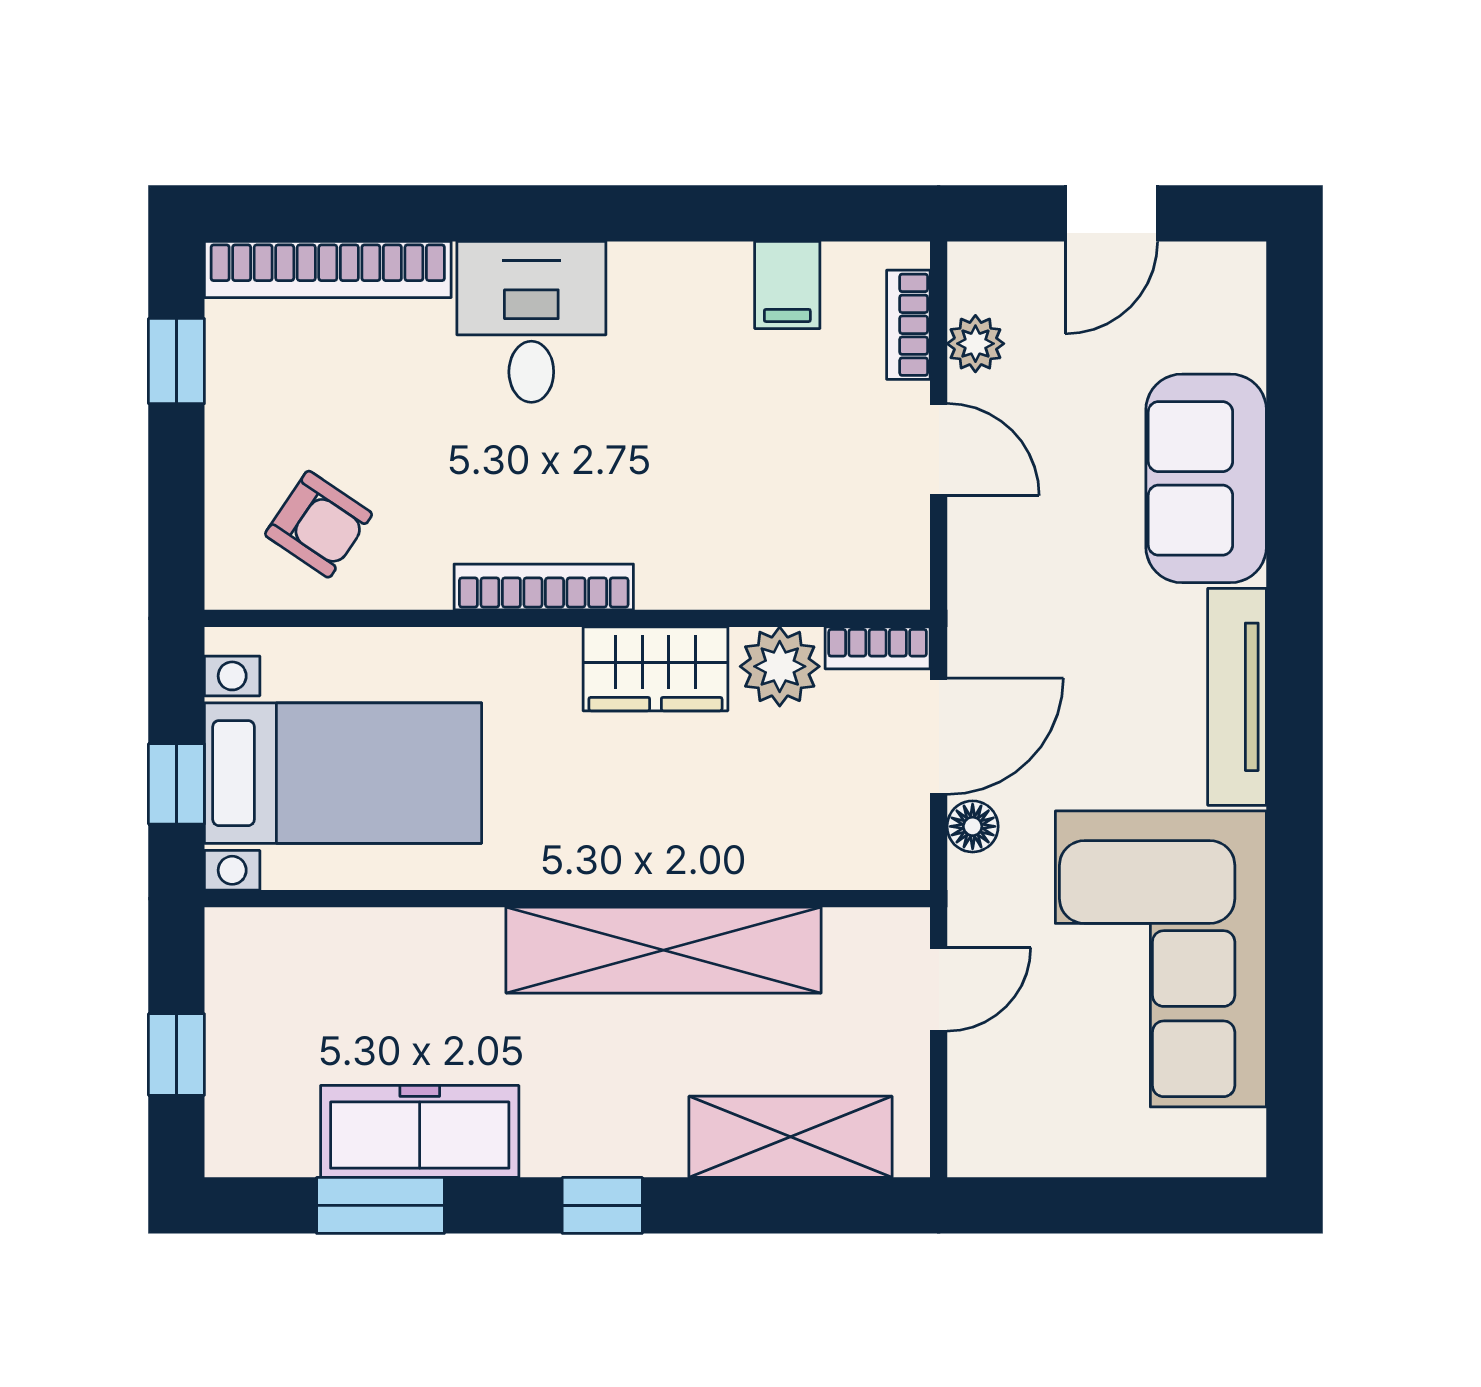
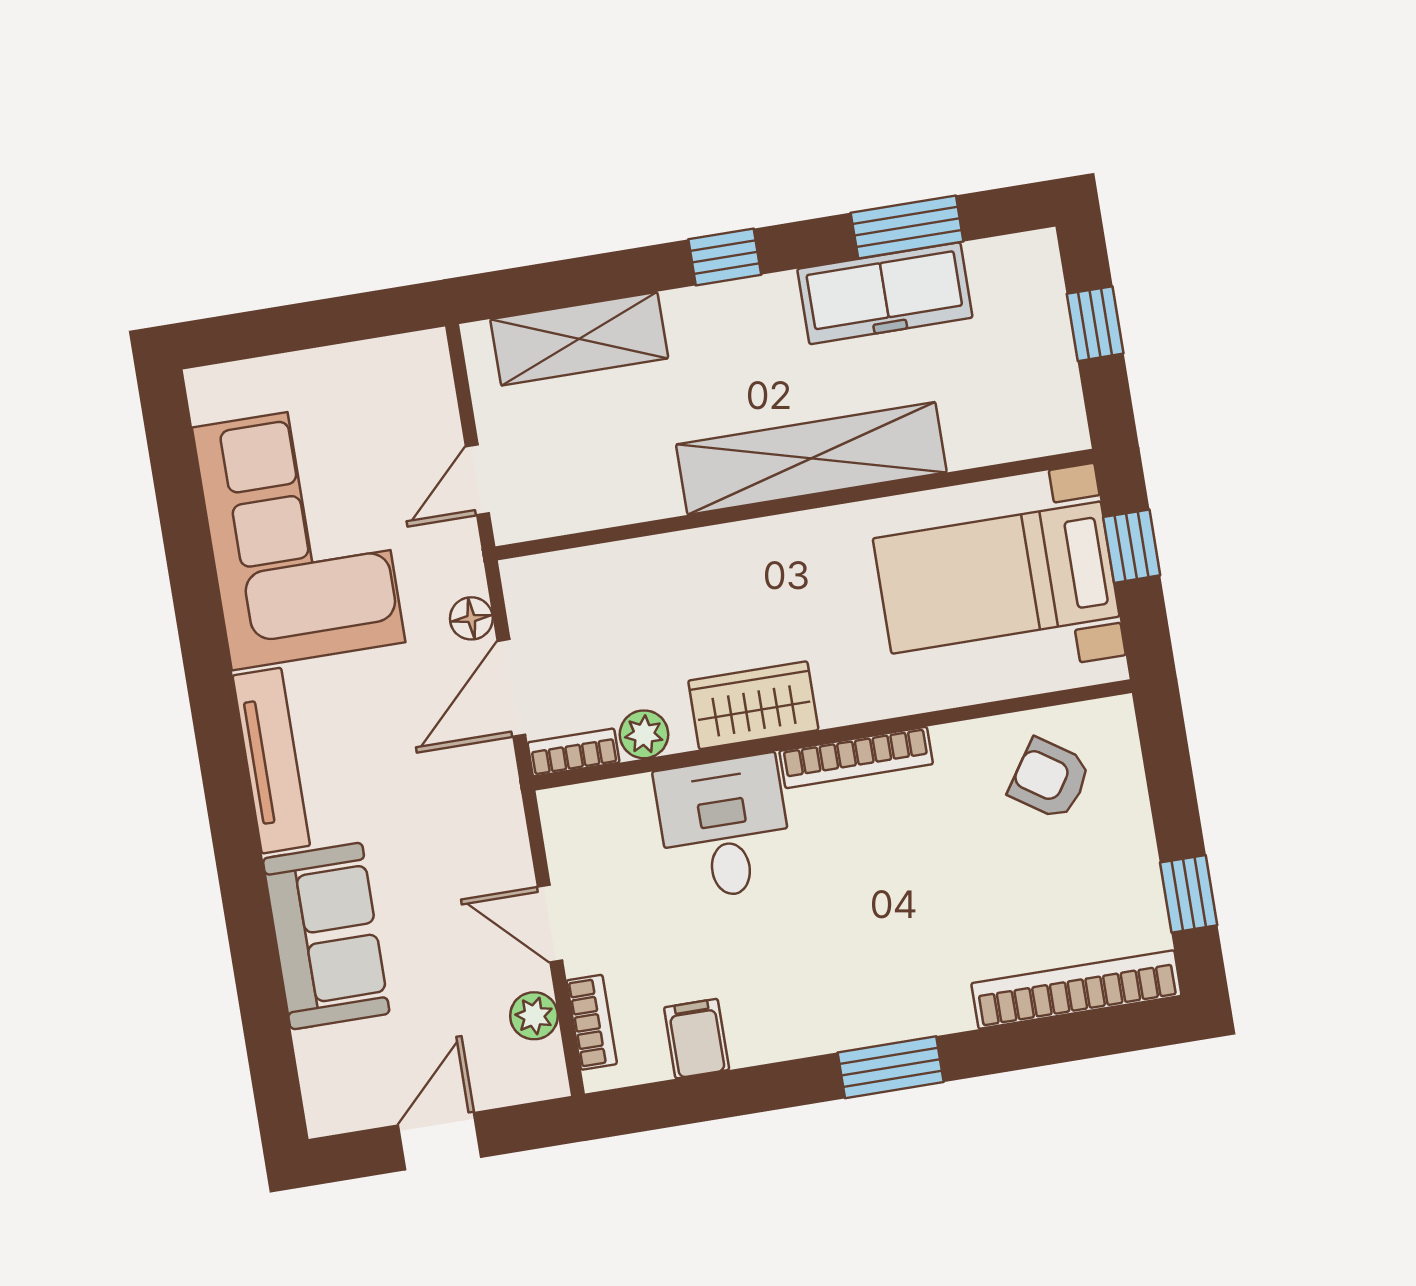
window: (563, 213) -> (891, 1067), added
desk: (531, 322) -> (724, 828), moved, turned 180
plant: (780, 666) -> (644, 734), width x0.73, depth x0.73
shelving: (664, 950) -> (811, 458), moved

